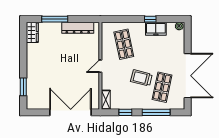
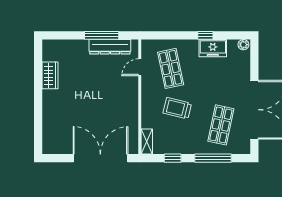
window: (55, 19) -> (102, 35), moved
wardrobe: (32, 32) -> (50, 75), moved
door: (100, 66) -> (140, 67), moved
trolley: (141, 78) -> (177, 108), moved
window: (23, 87) -> (38, 124), removed

